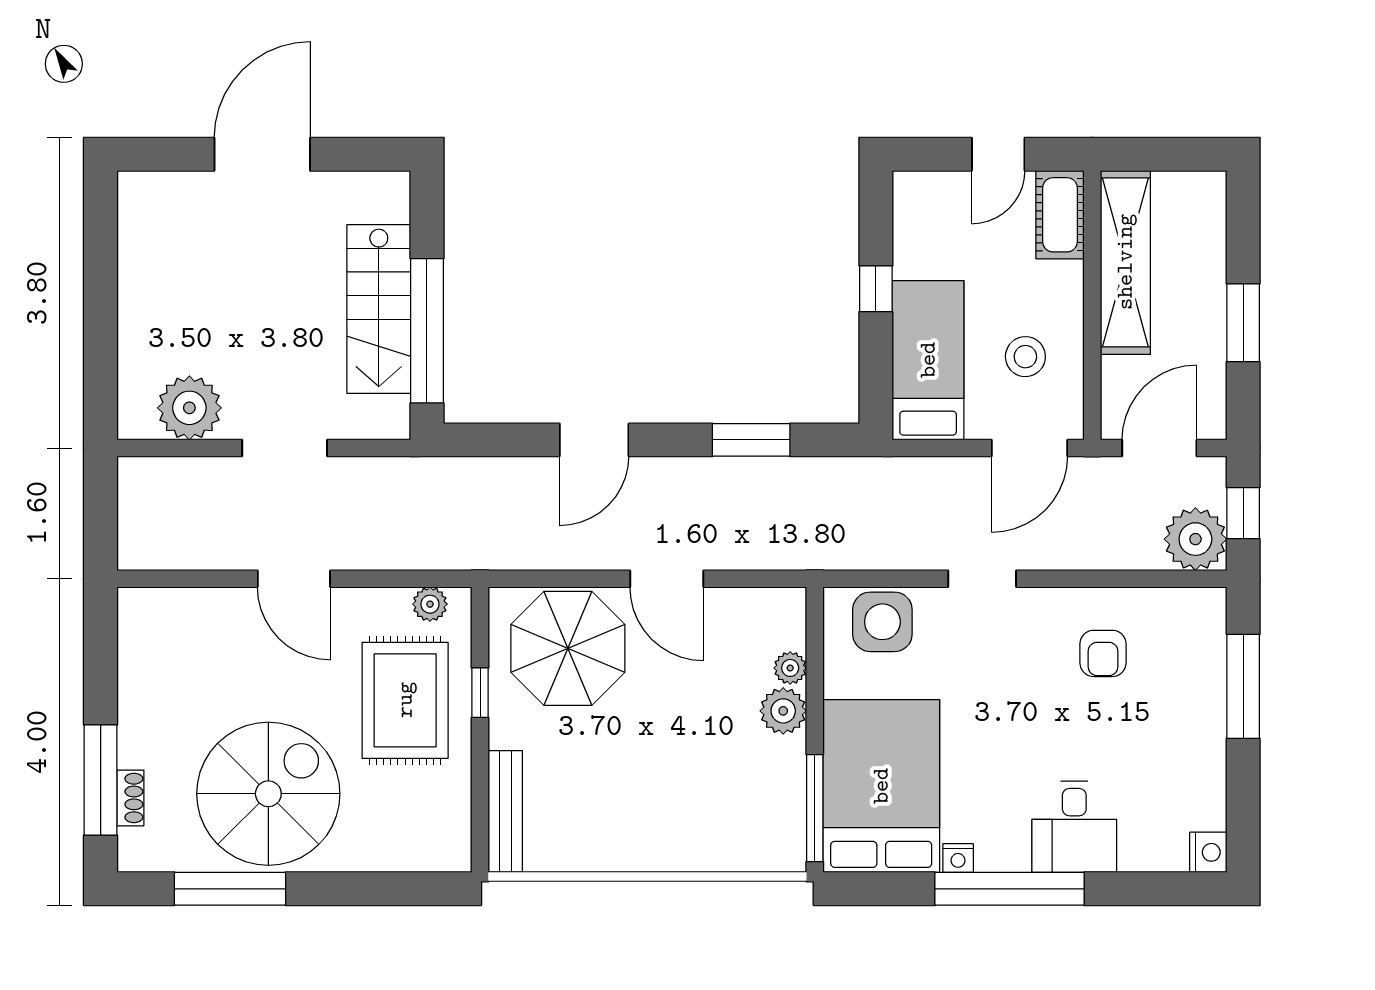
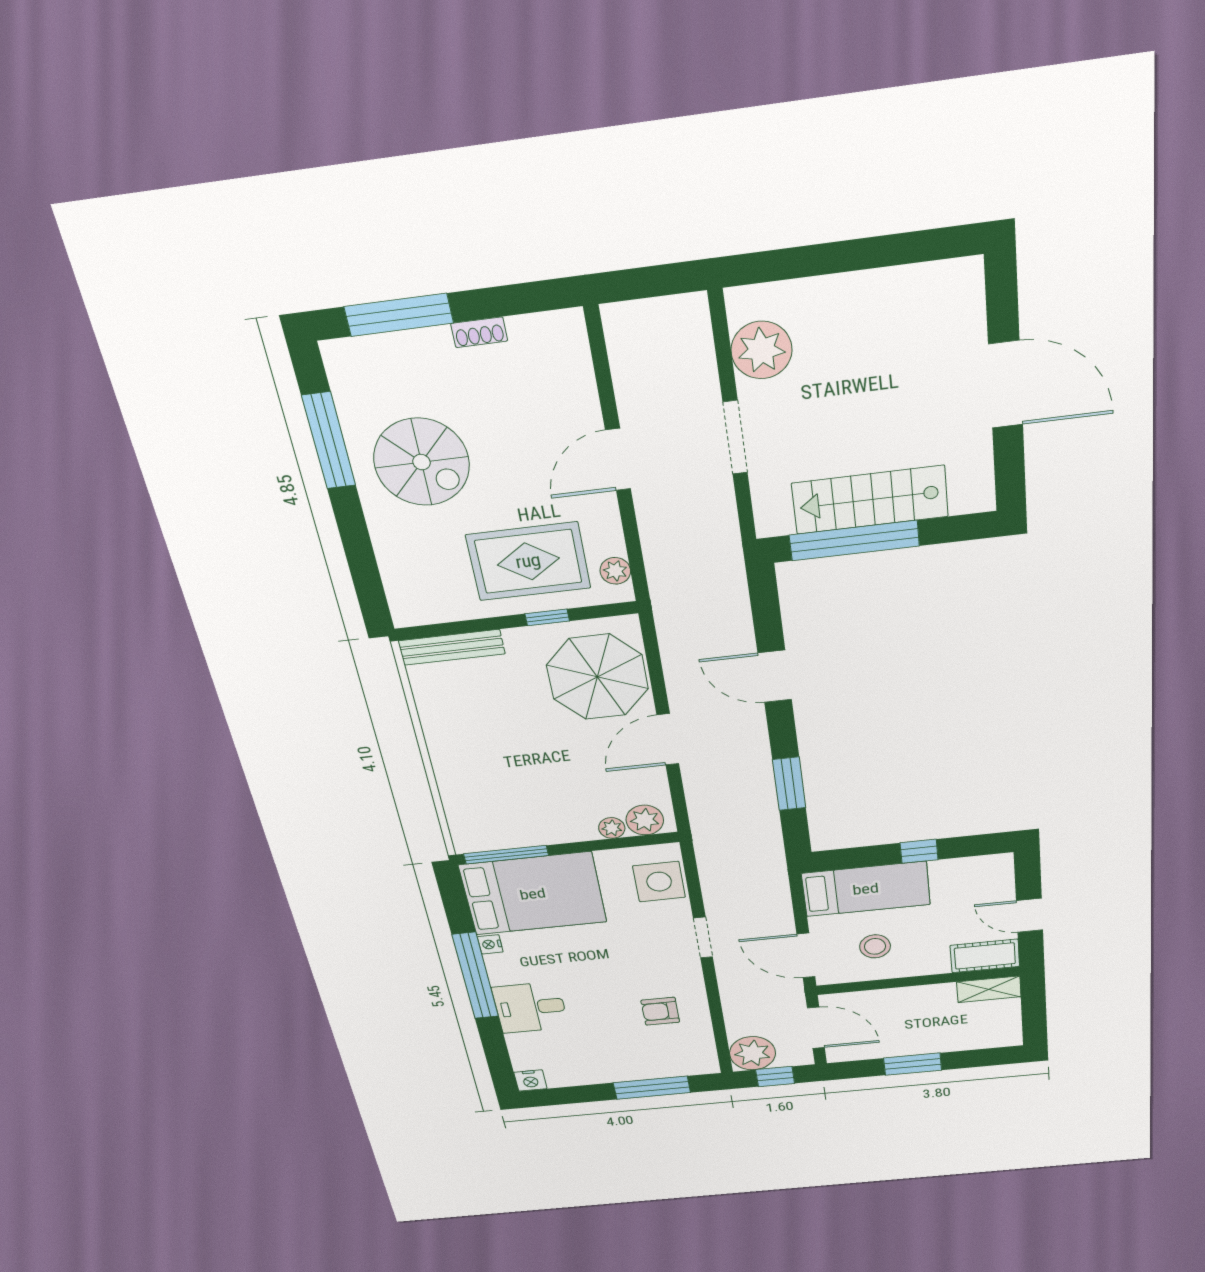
shelving: (1125, 262) -> (989, 989), width x0.45, depth x0.75
plant: (783, 711) -> (645, 820), moved
spiral stairs: (268, 794) -> (422, 462), width x0.73, depth x0.73
shoe rack: (130, 798) -> (479, 332), moved

